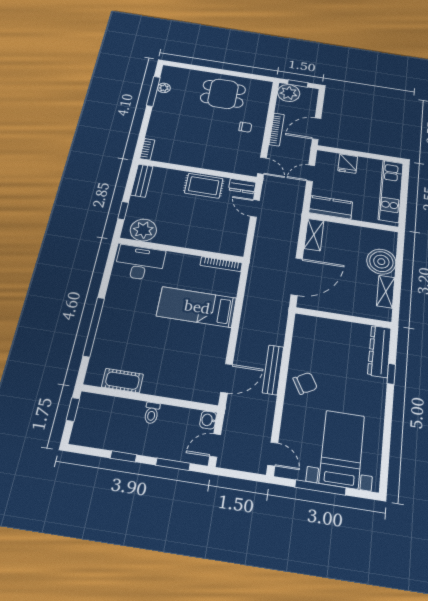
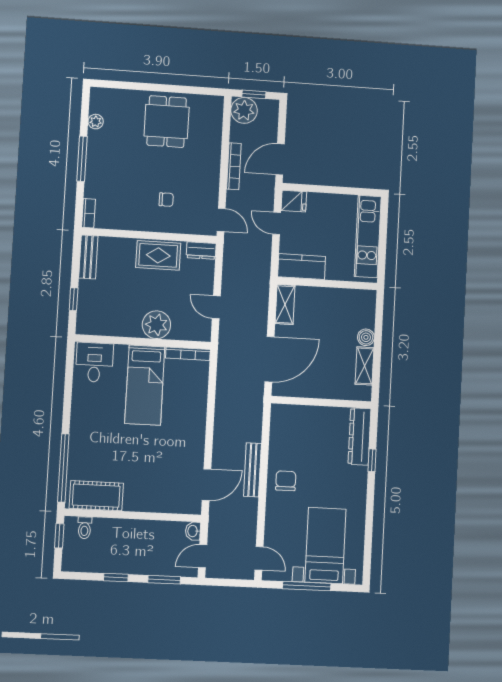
window: (153, 91) -> (82, 159), moved
dining table: (223, 94) -> (167, 122), turned 90
chair: (245, 127) -> (166, 200), moved
fridge: (348, 164) -> (294, 201), moved, turned -90
door: (311, 173) -> (277, 223), hinge flipped
door: (255, 208) -> (216, 307), moved
plant: (143, 230) -> (156, 325), moved
boiler: (381, 262) -> (366, 337), width x0.54, depth x0.54
desk: (140, 263) -> (94, 362), width x0.73
bed: (197, 307) -> (145, 385), moved, turned -90
window: (94, 327) -> (63, 468), moved
cot: (122, 381) -> (96, 496), width x1.37, depth x1.34
chair: (305, 383) -> (286, 481), turned -60
toilet: (152, 413) -> (85, 528), moved

